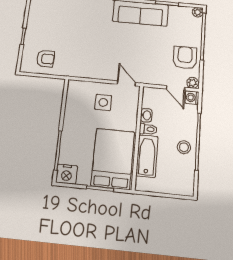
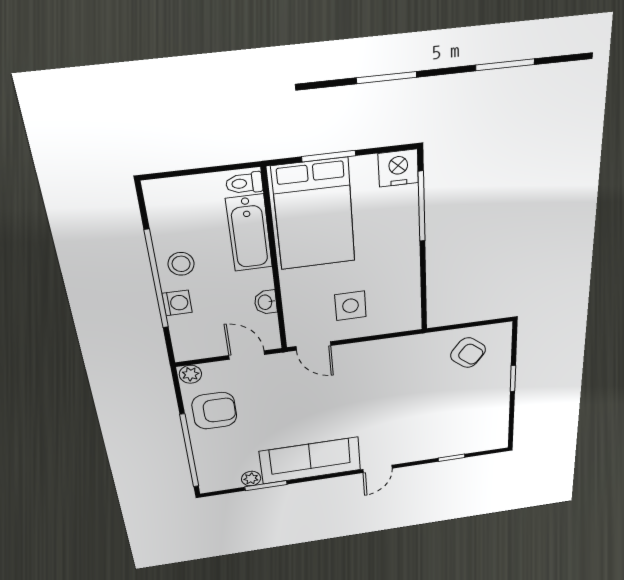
plant: (198, 12) -> (251, 479), moved
armchair: (185, 58) -> (214, 411), turned -90
armchair: (45, 59) -> (468, 353), turned -141
door: (176, 88) -> (247, 355), moved
washing machine: (192, 98) -> (177, 303), moved
toilet: (148, 129) -> (244, 183), moved

